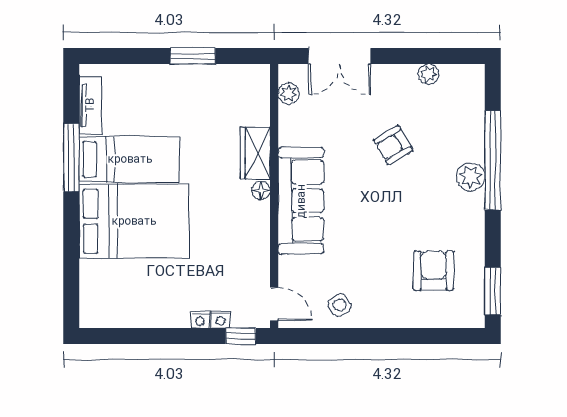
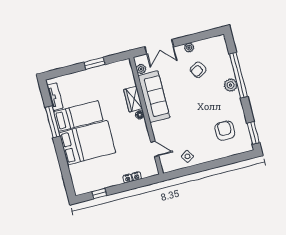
plant: (428, 74) -> (189, 48), moved
armchair: (393, 145) -> (198, 70), moved
sofa: (301, 201) -> (154, 97), moved
door: (274, 304) -> (155, 149), moved
window: (241, 336) -> (99, 194), moved

